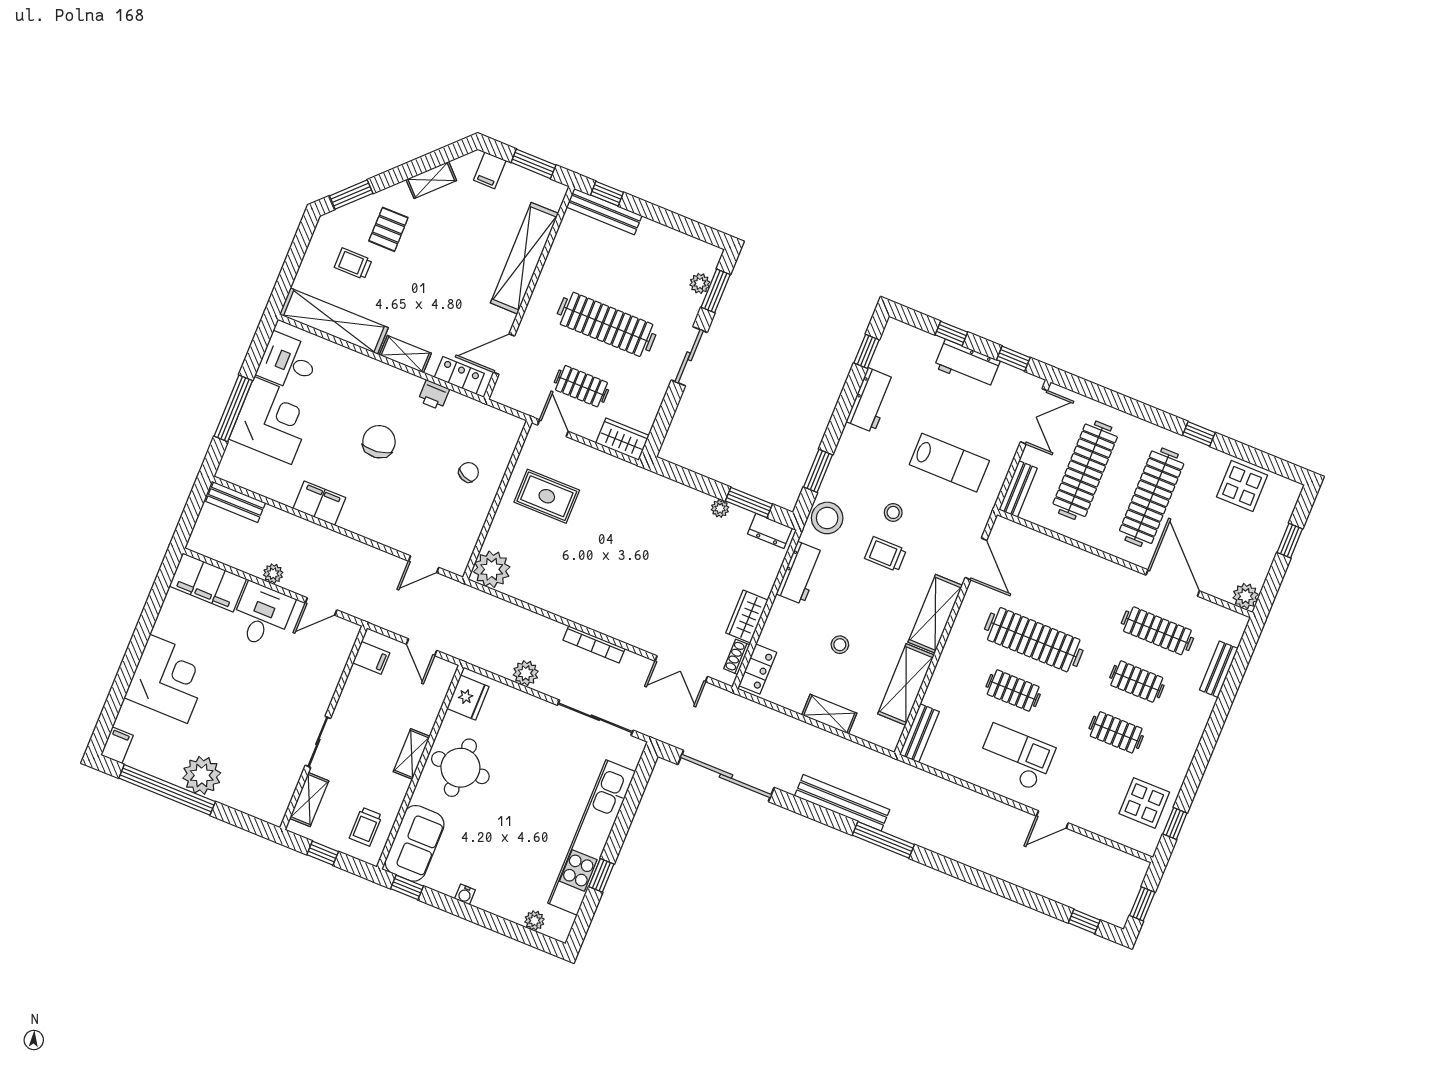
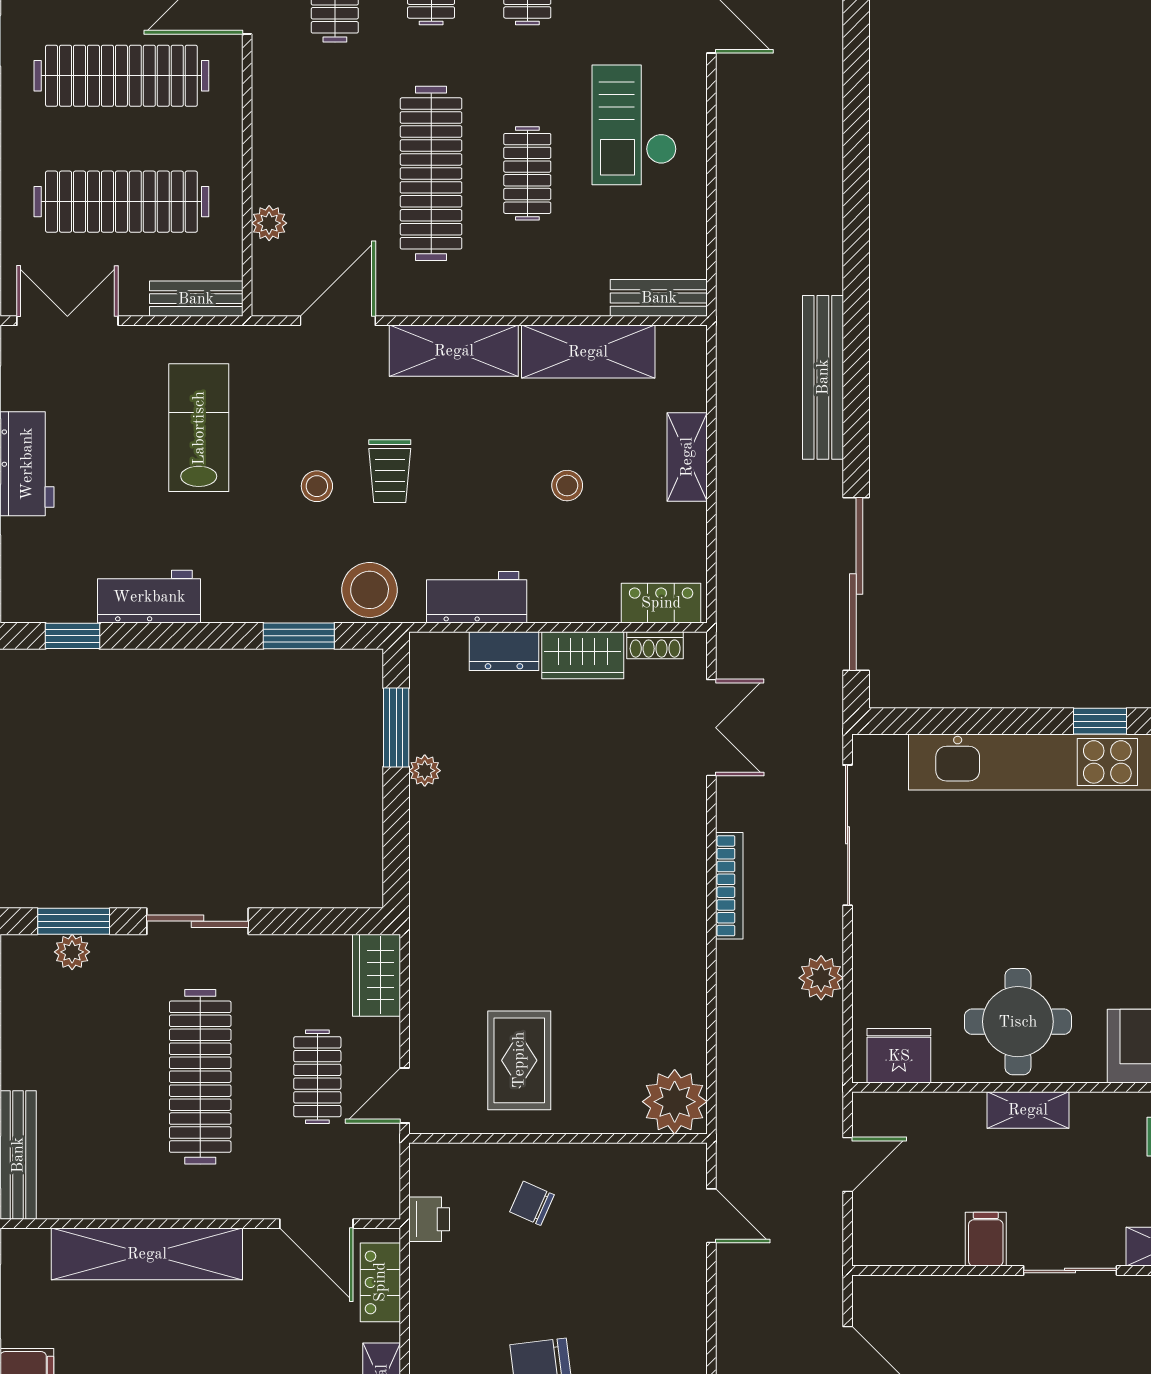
printer: (434, 395) -> (429, 1219), moved
dresser: (770, 531) -> (504, 651), moved, turned 90
plant: (1042, 544) -> (269, 223), added
filing cabinet: (371, 658) -> (986, 1239), moved
window: (883, 840) -> (856, 286), removed

